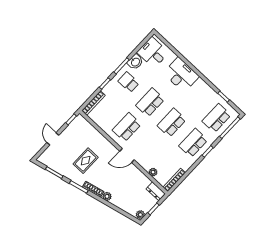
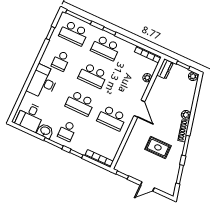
school desk: (195, 98) -> (61, 61), added

